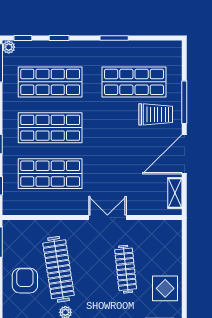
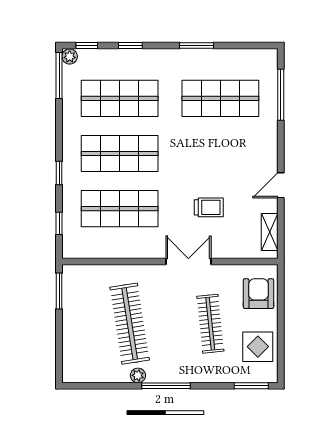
window: (184, 102) -> (281, 95), moved
trolley: (156, 114) -> (209, 207), moved, width x0.73, depth x0.72
door: (184, 154) -> (281, 185), width x0.53
armchair: (25, 281) -> (259, 294), moved

